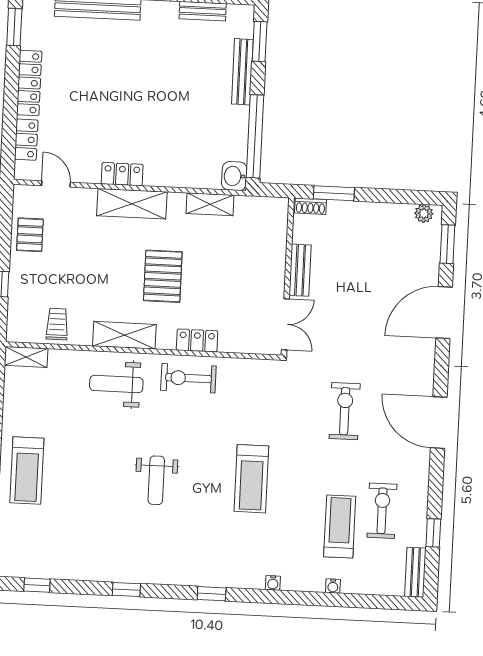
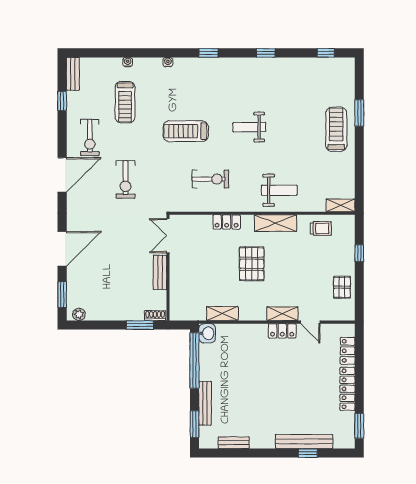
door: (56, 184) -> (310, 322), moved
shelving: (132, 204) -> (282, 314), width x0.67, depth x0.75
trolley: (57, 324) -> (321, 228), turned -90
exercise bike: (188, 378) -> (210, 179), moved
door: (439, 423) -> (62, 175), hinge flipped
treadmill: (251, 479) -> (186, 131), turned -90
weight bench: (156, 480) -> (249, 127), turned -90
exercise bike: (382, 511) -> (90, 138), moved

